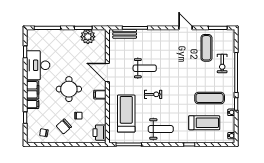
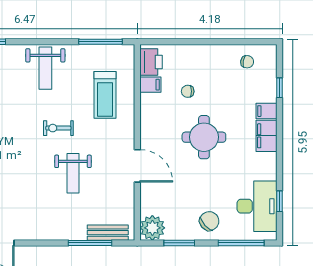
plant: (88, 37) -> (152, 228), moved
desk: (38, 65) -> (257, 206), moved
weight bench: (145, 68) -> (73, 173), turned -90
filing cabinet: (100, 95) -> (150, 85), moved
treadmill: (126, 114) -> (105, 95), width x0.73, depth x0.73
chair: (64, 126) -> (209, 221), moved
weight bench: (161, 129) -> (45, 68), turned -90

